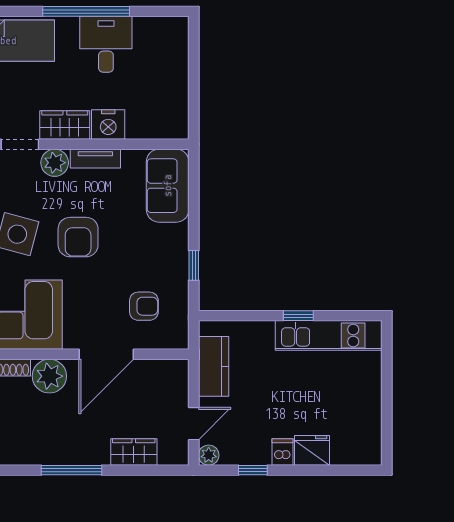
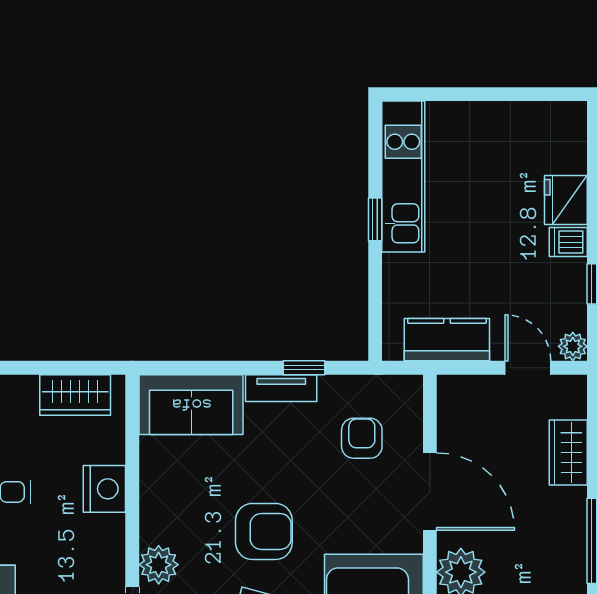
wardrobe: (65, 125) -> (75, 395), moved, turned -90
tv unit: (95, 159) -> (281, 388), moved, turned 90

